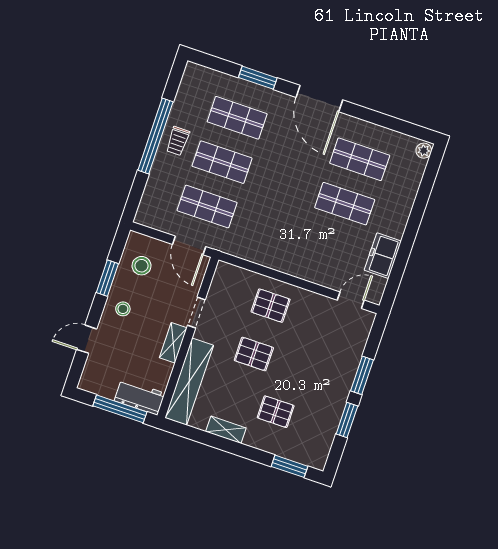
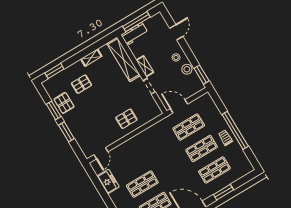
stool: (141, 266) -> (187, 69), moved
window: (107, 278) -> (202, 75), moved
pallet: (254, 354) -> (64, 103), moved, turned 90

